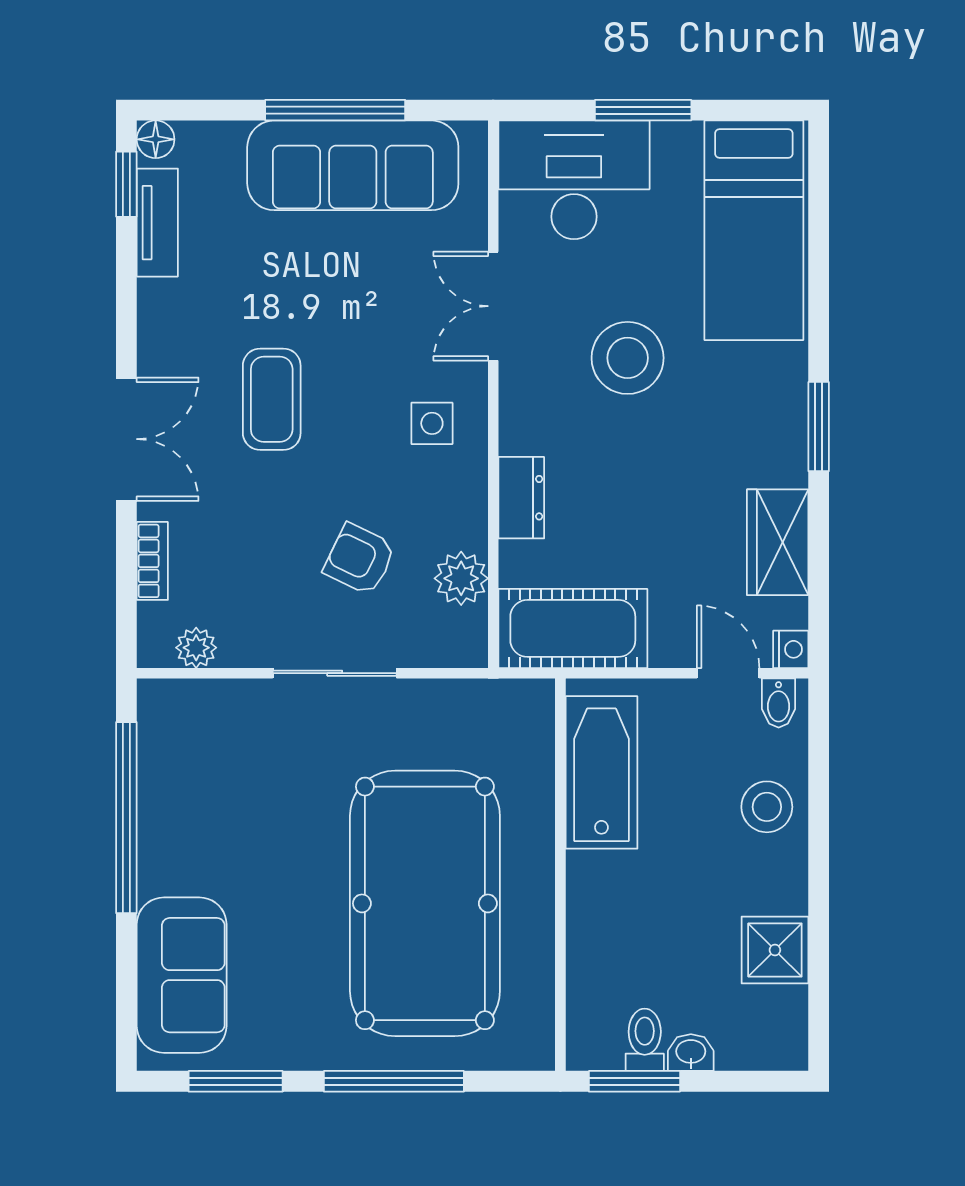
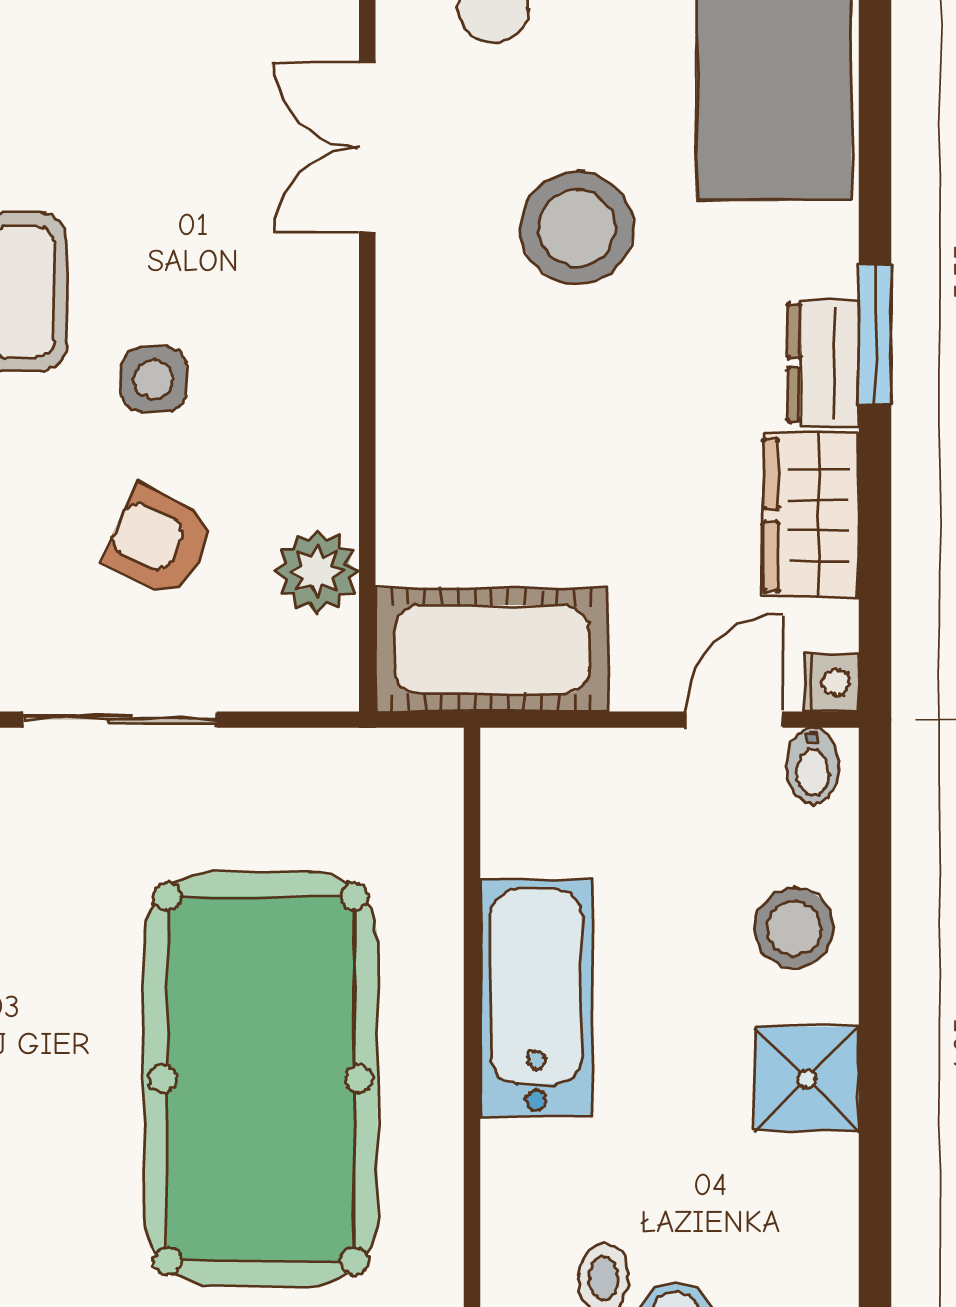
side table: (432, 423) -> (154, 379), moved
dresser: (521, 498) -> (823, 363), moved, turned 180
door: (728, 673) -> (734, 720), hinge flipped
bathtub: (601, 772) -> (536, 998), moved
shower: (775, 950) -> (807, 1079), moved

